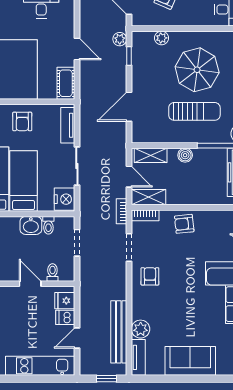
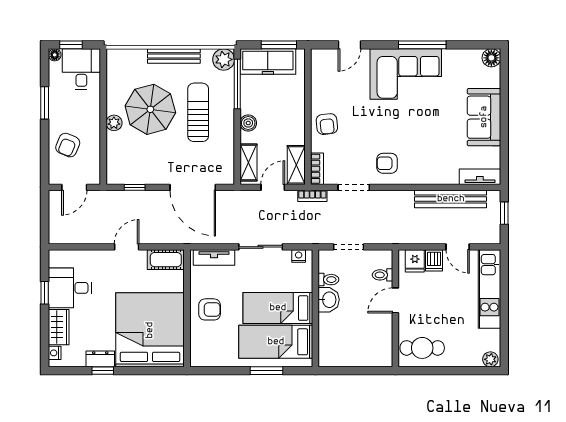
plant: (162, 38) -> (114, 123), moved
plant: (120, 39) -> (115, 198), removed
door: (129, 107) -> (193, 187), width x1.36
nightstand: (64, 199) -> (299, 256), width x0.53, depth x0.56
plant: (141, 329) -> (447, 174), removed

